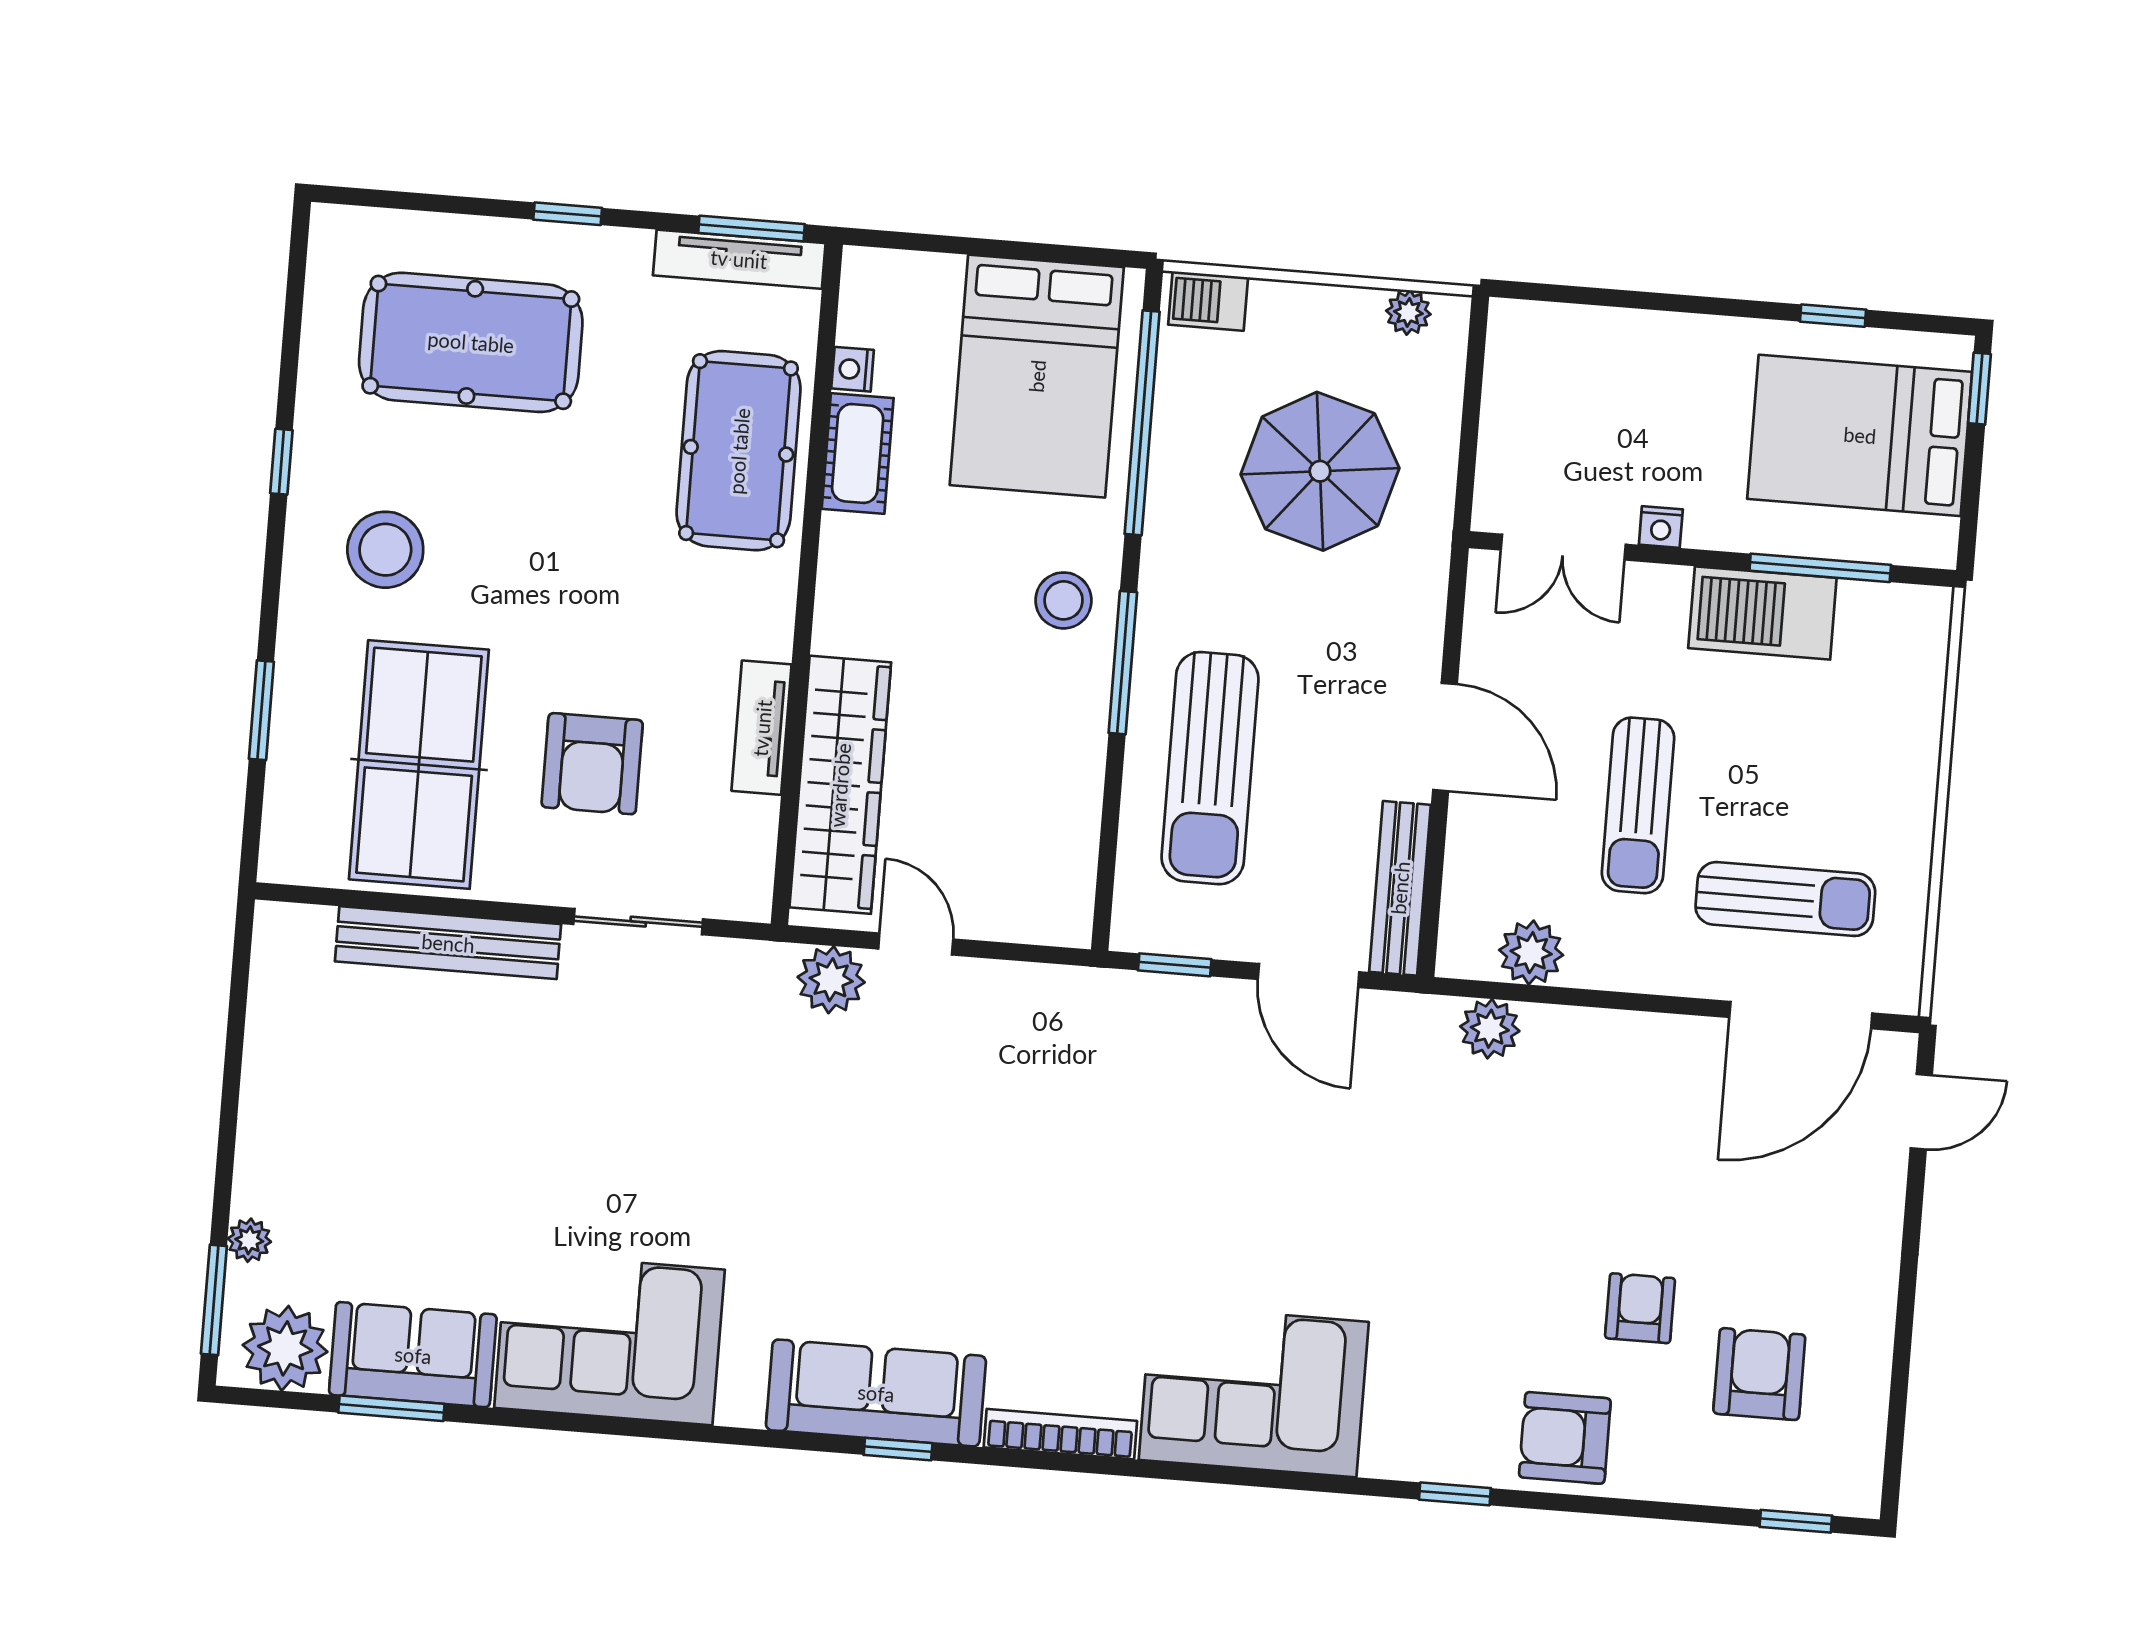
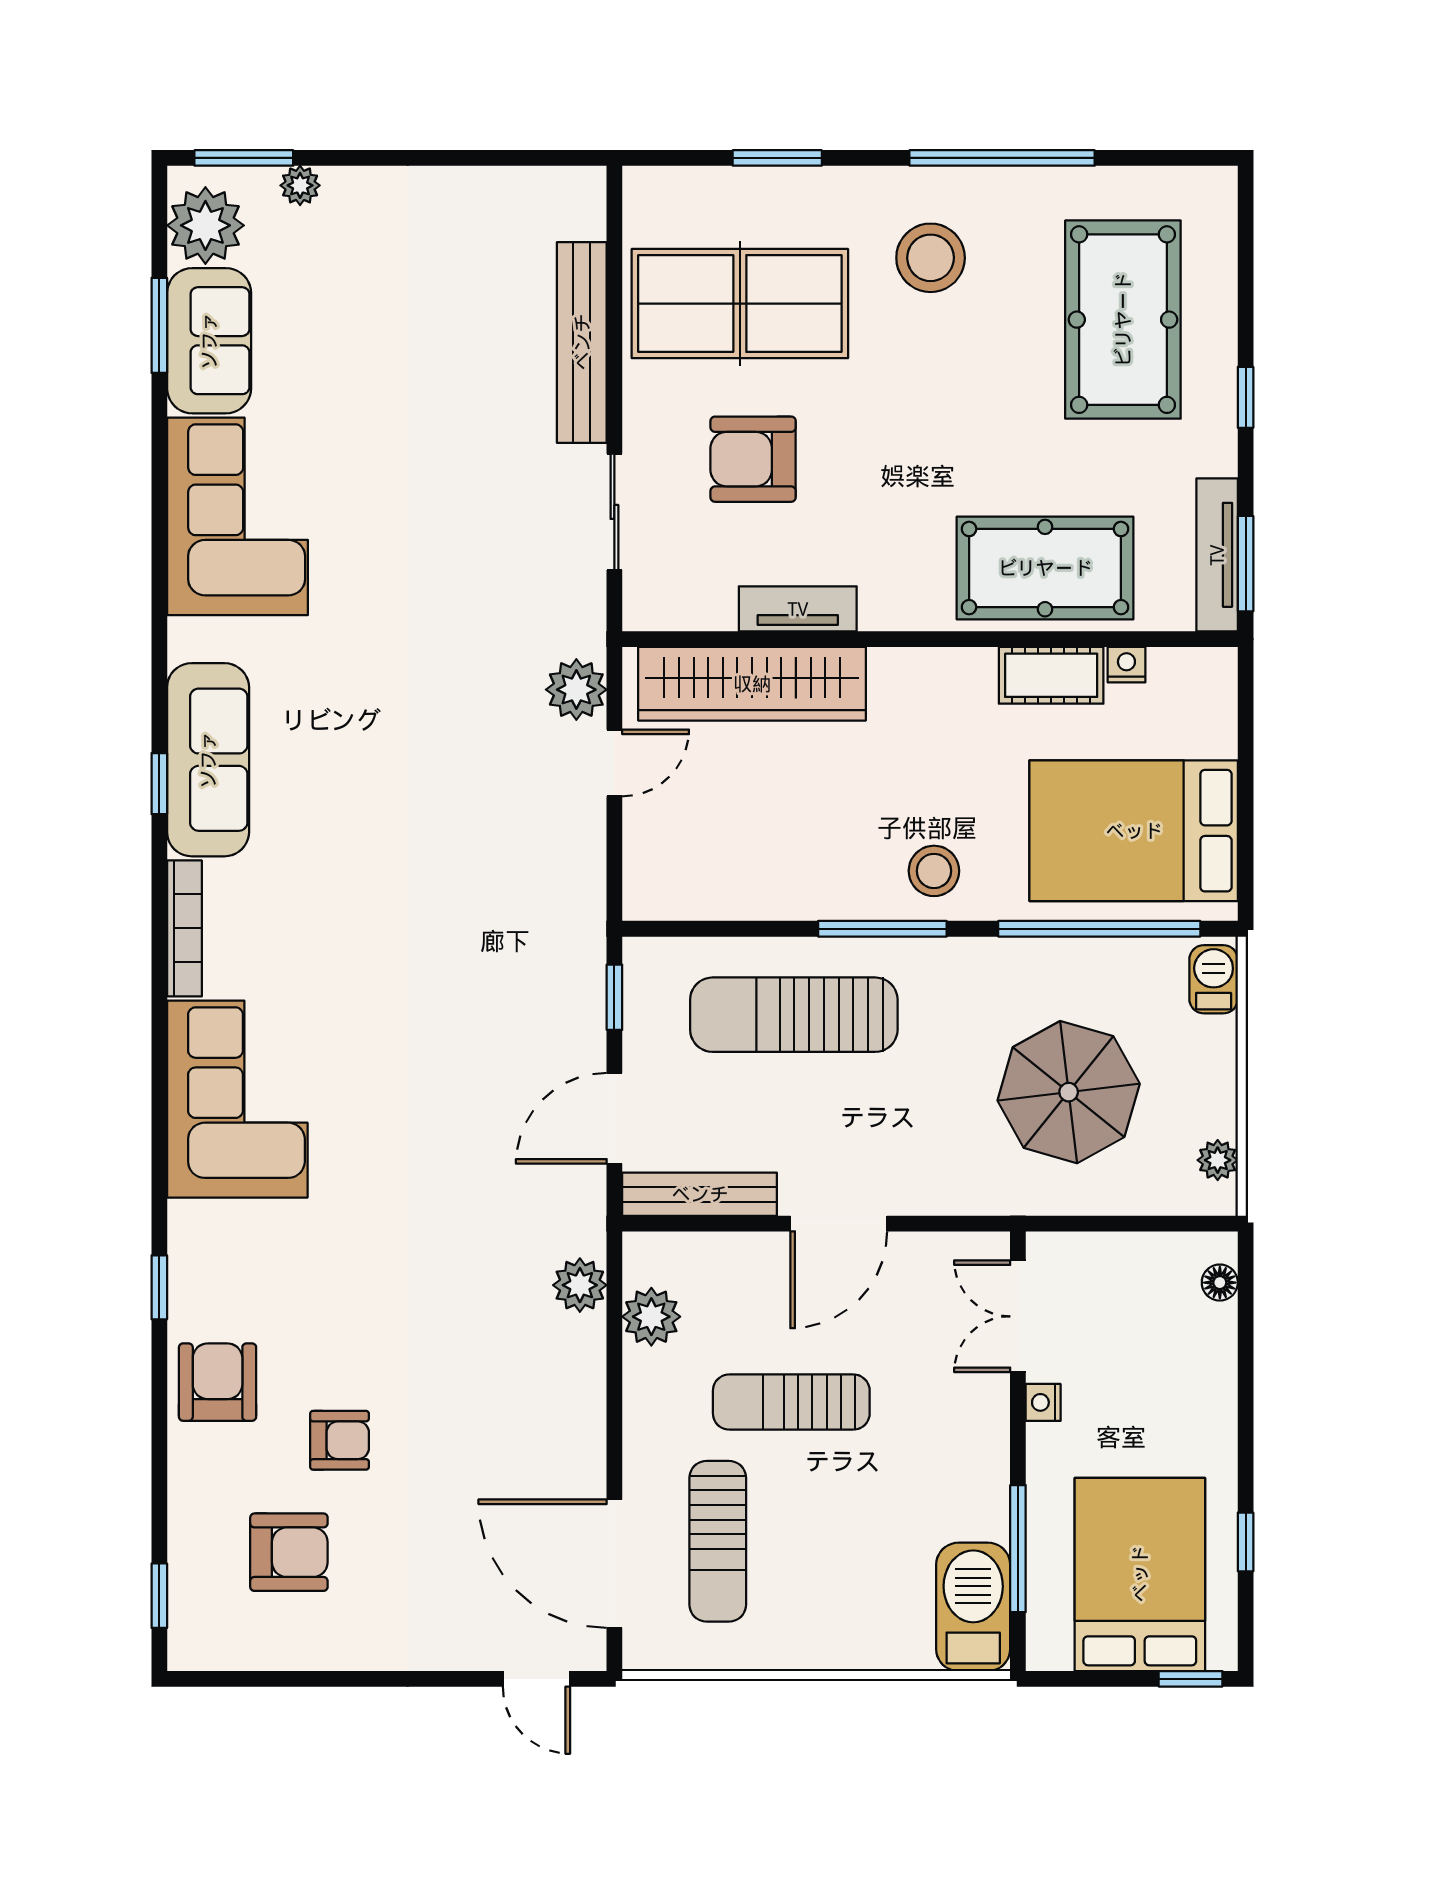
floor lamp: (1544, 321) -> (1220, 1283), added
window: (281, 462) -> (1002, 158), width x3.17
barbecue: (1762, 613) -> (973, 1607), moved

